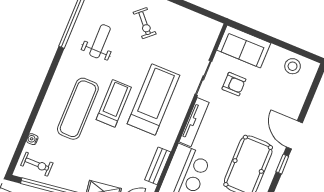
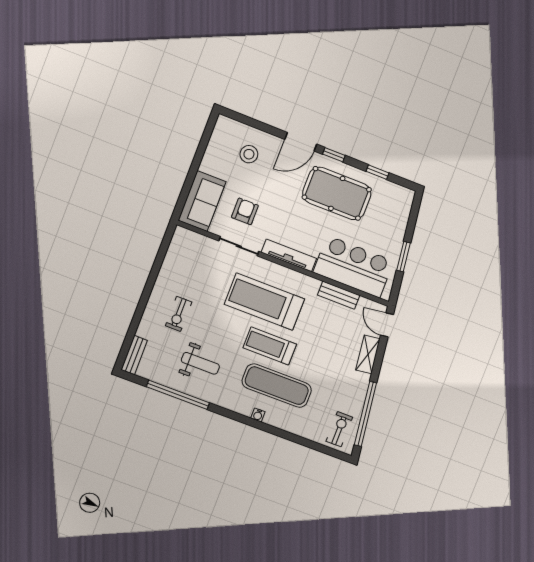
exercise bike: (145, 23) -> (179, 314), turned 132
weight bench: (100, 41) -> (200, 363), turned 180
stool: (293, 66) -> (249, 154), moved
water cooler: (32, 139) -> (258, 415), moved

